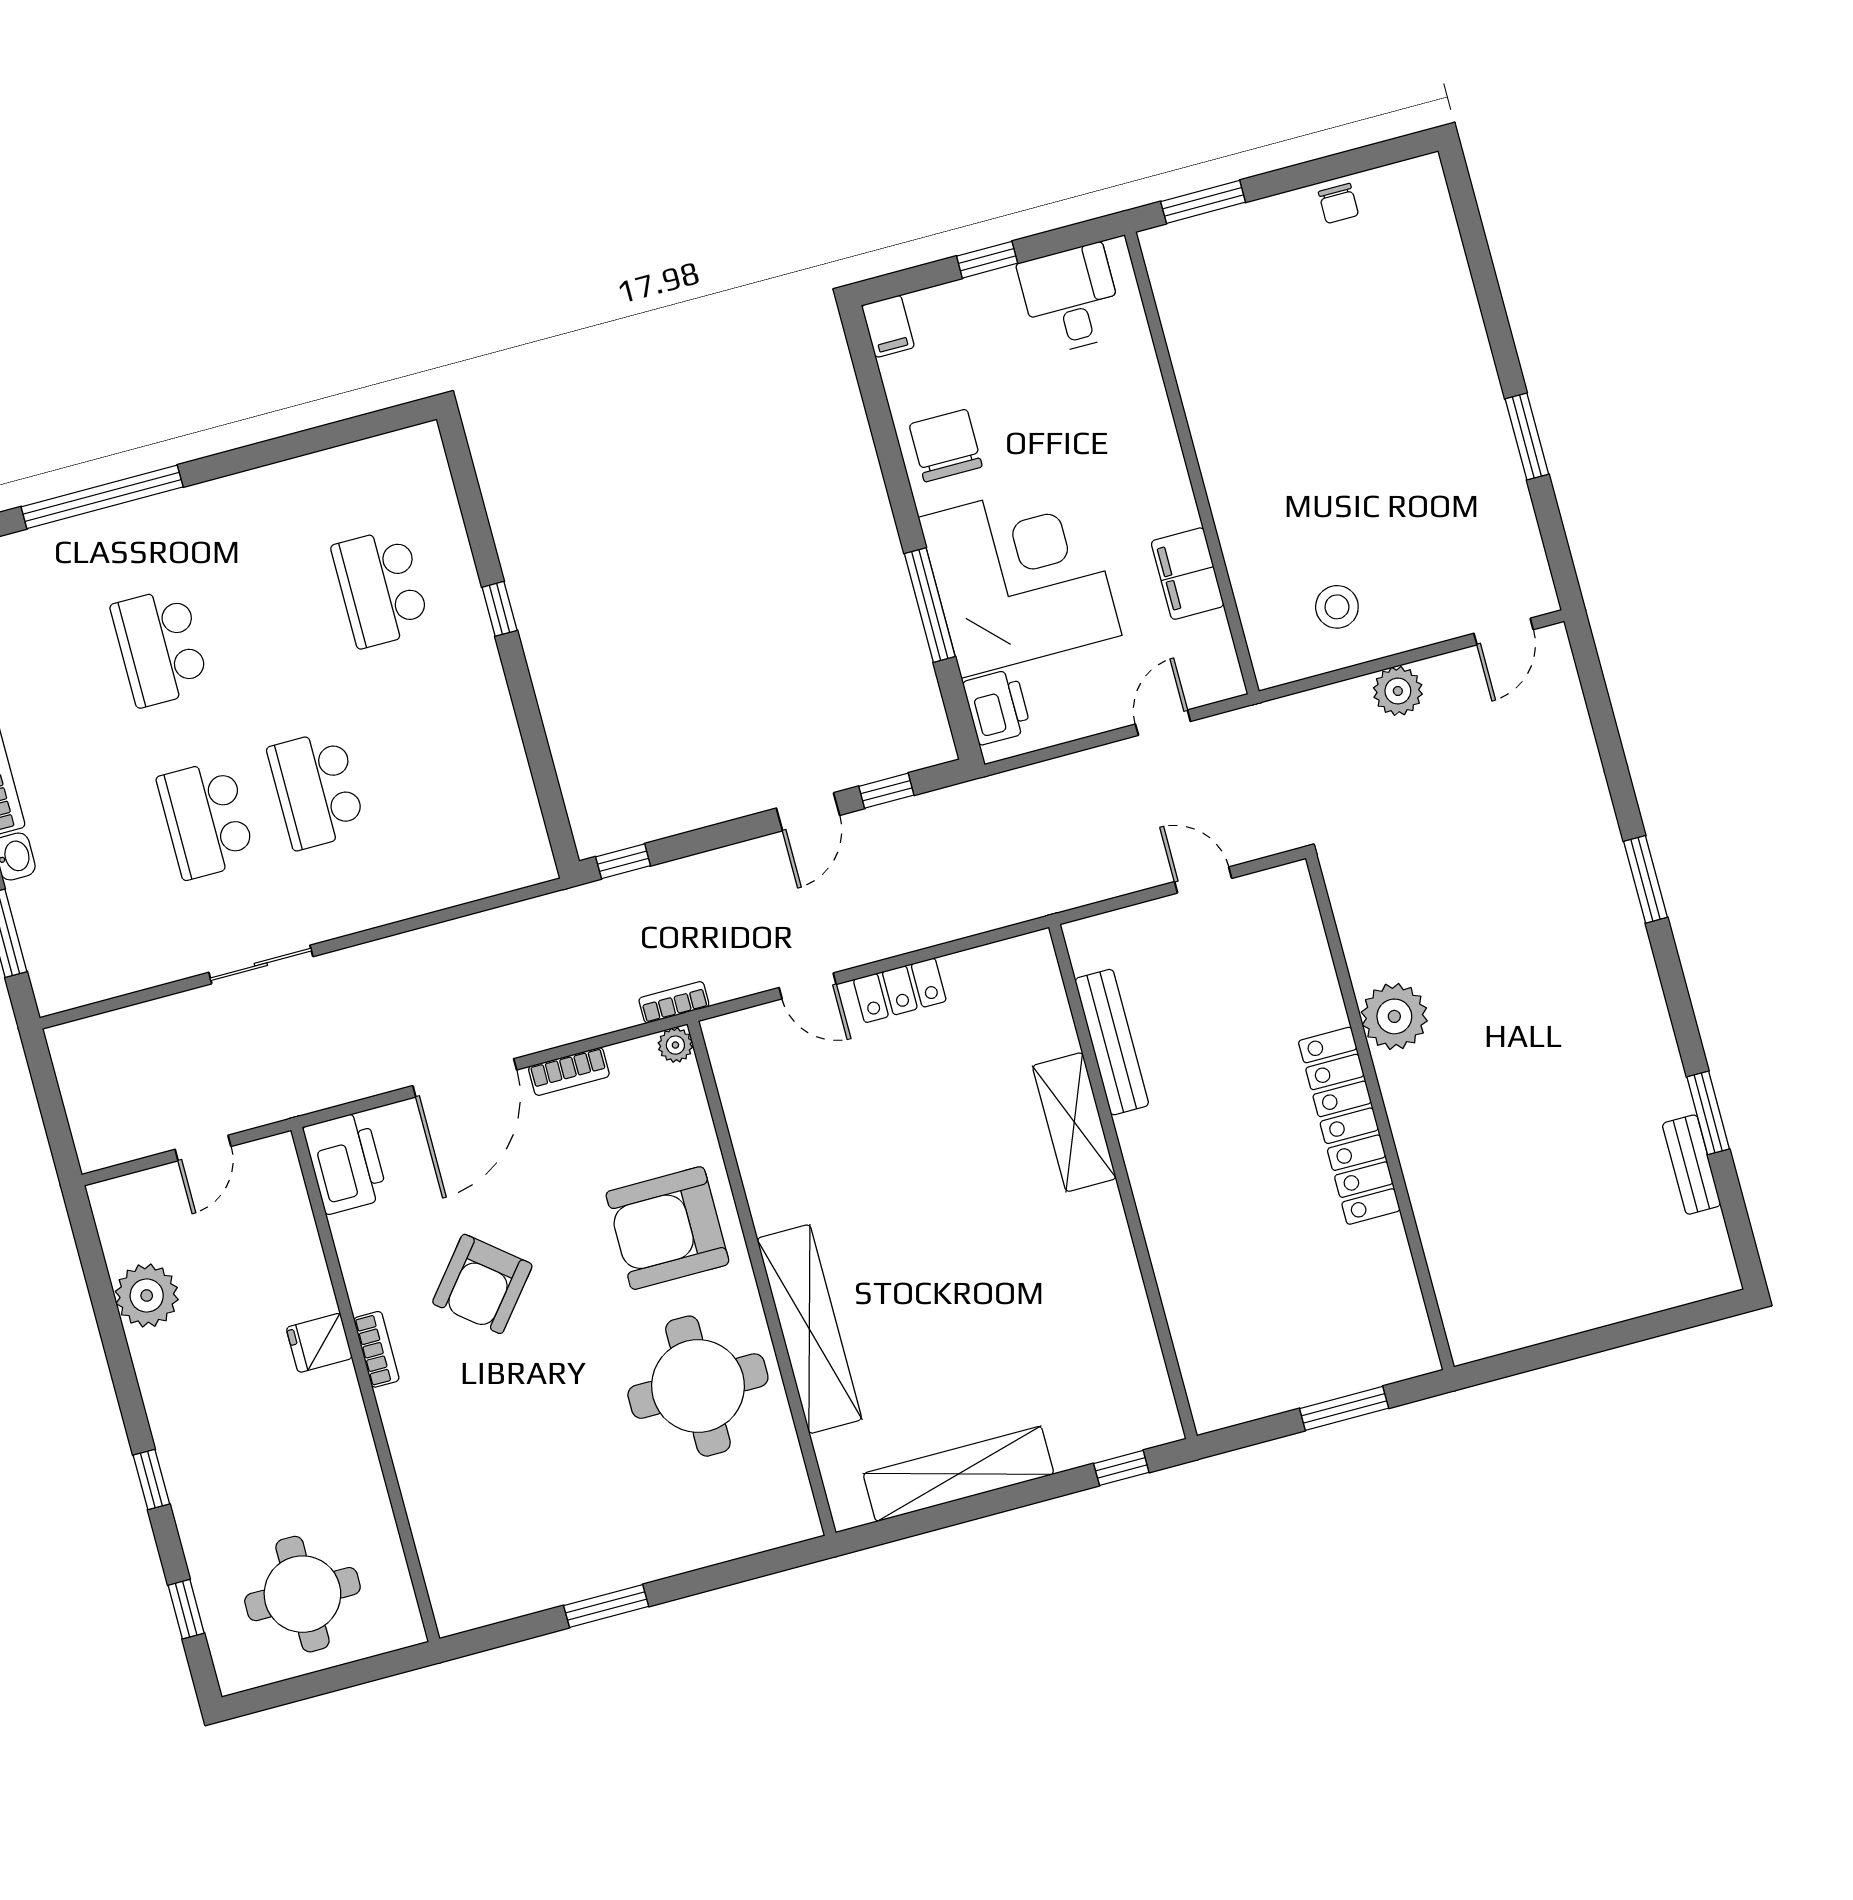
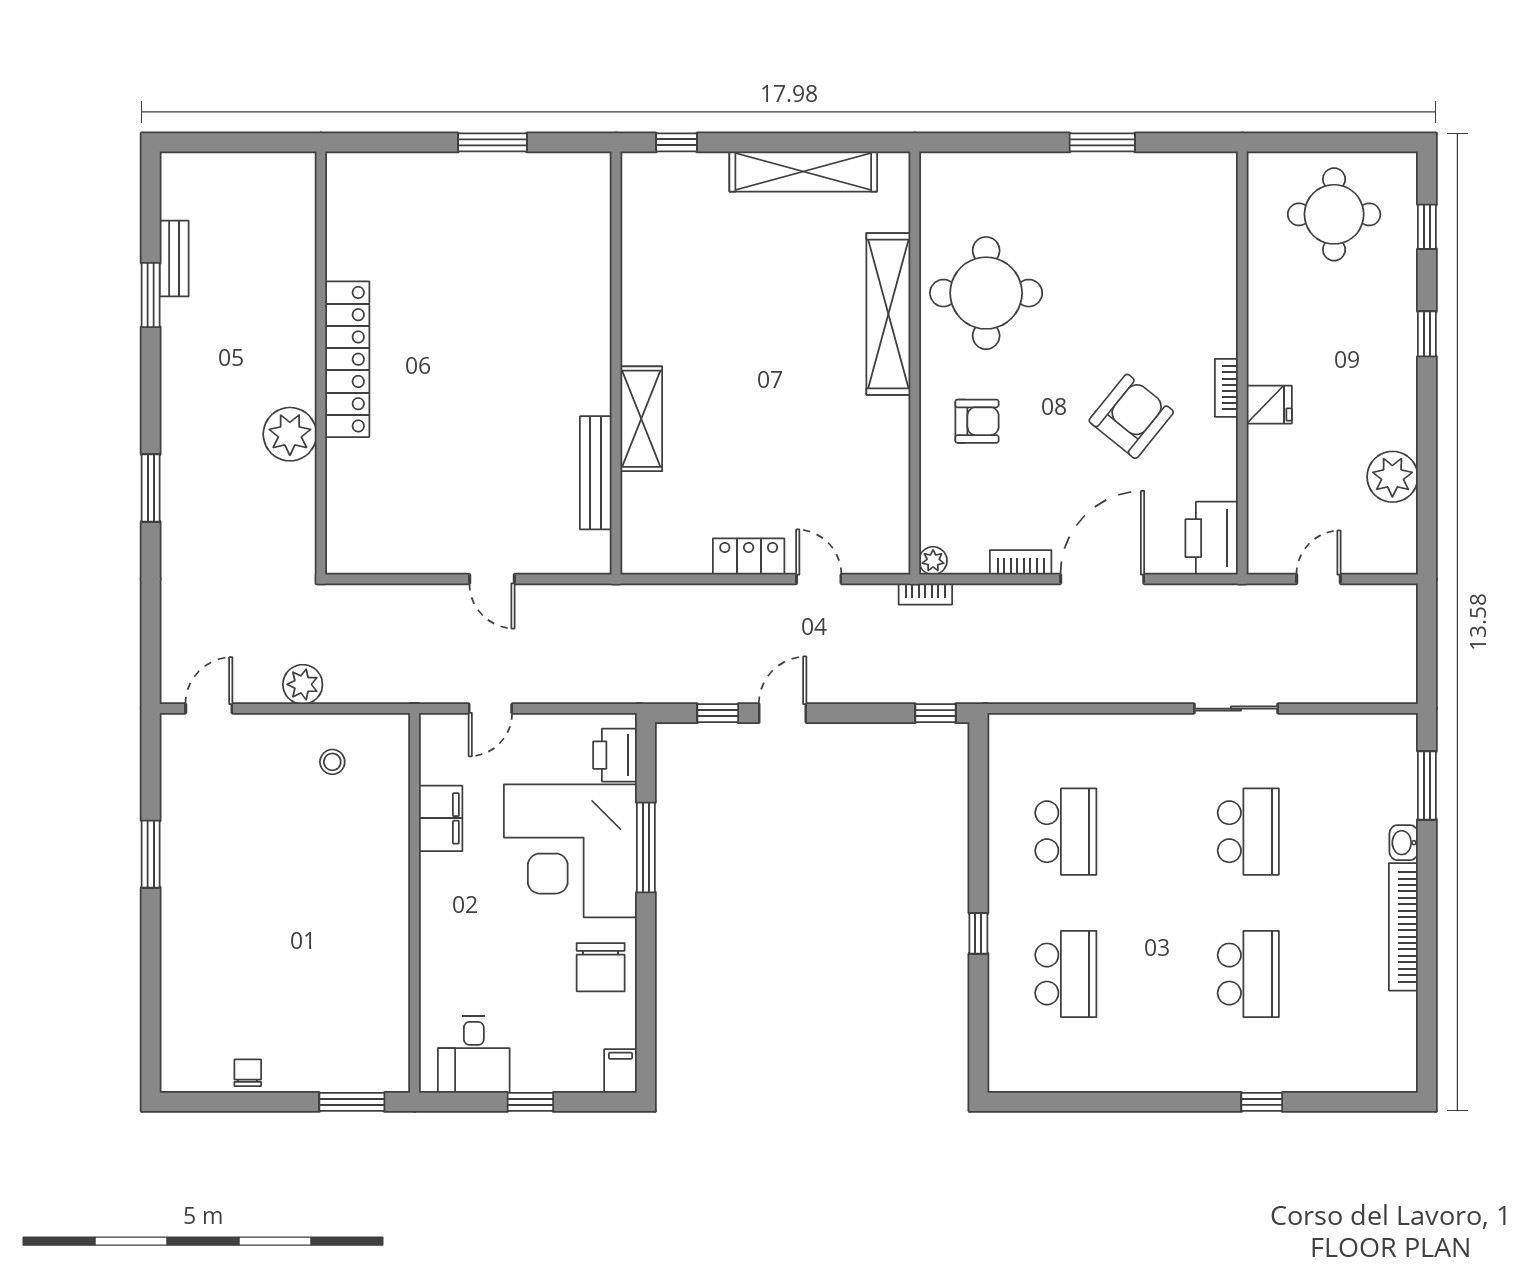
window: (102, 497) -> (1262, 1102), width x0.32
stool: (1337, 607) -> (332, 762), width x0.73, depth x0.73
school desk: (316, 790) -> (1066, 832), moved
plant: (1394, 1016) -> (290, 434), moved
wall: (1380, 1113) -> (321, 363), moved
locker: (1349, 1126) -> (347, 359), moved
armchair: (667, 1228) -> (977, 421), width x0.53, depth x0.53

